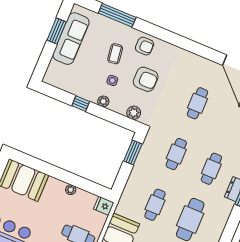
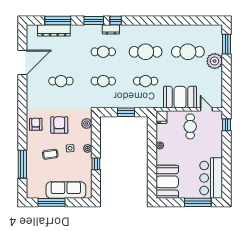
window: (57, 31) -> (51, 202), width x1.44
sofa: (71, 39) -> (66, 190), moved
armchair: (145, 46) -> (36, 124), moved
window: (133, 152) -> (126, 112), moved

